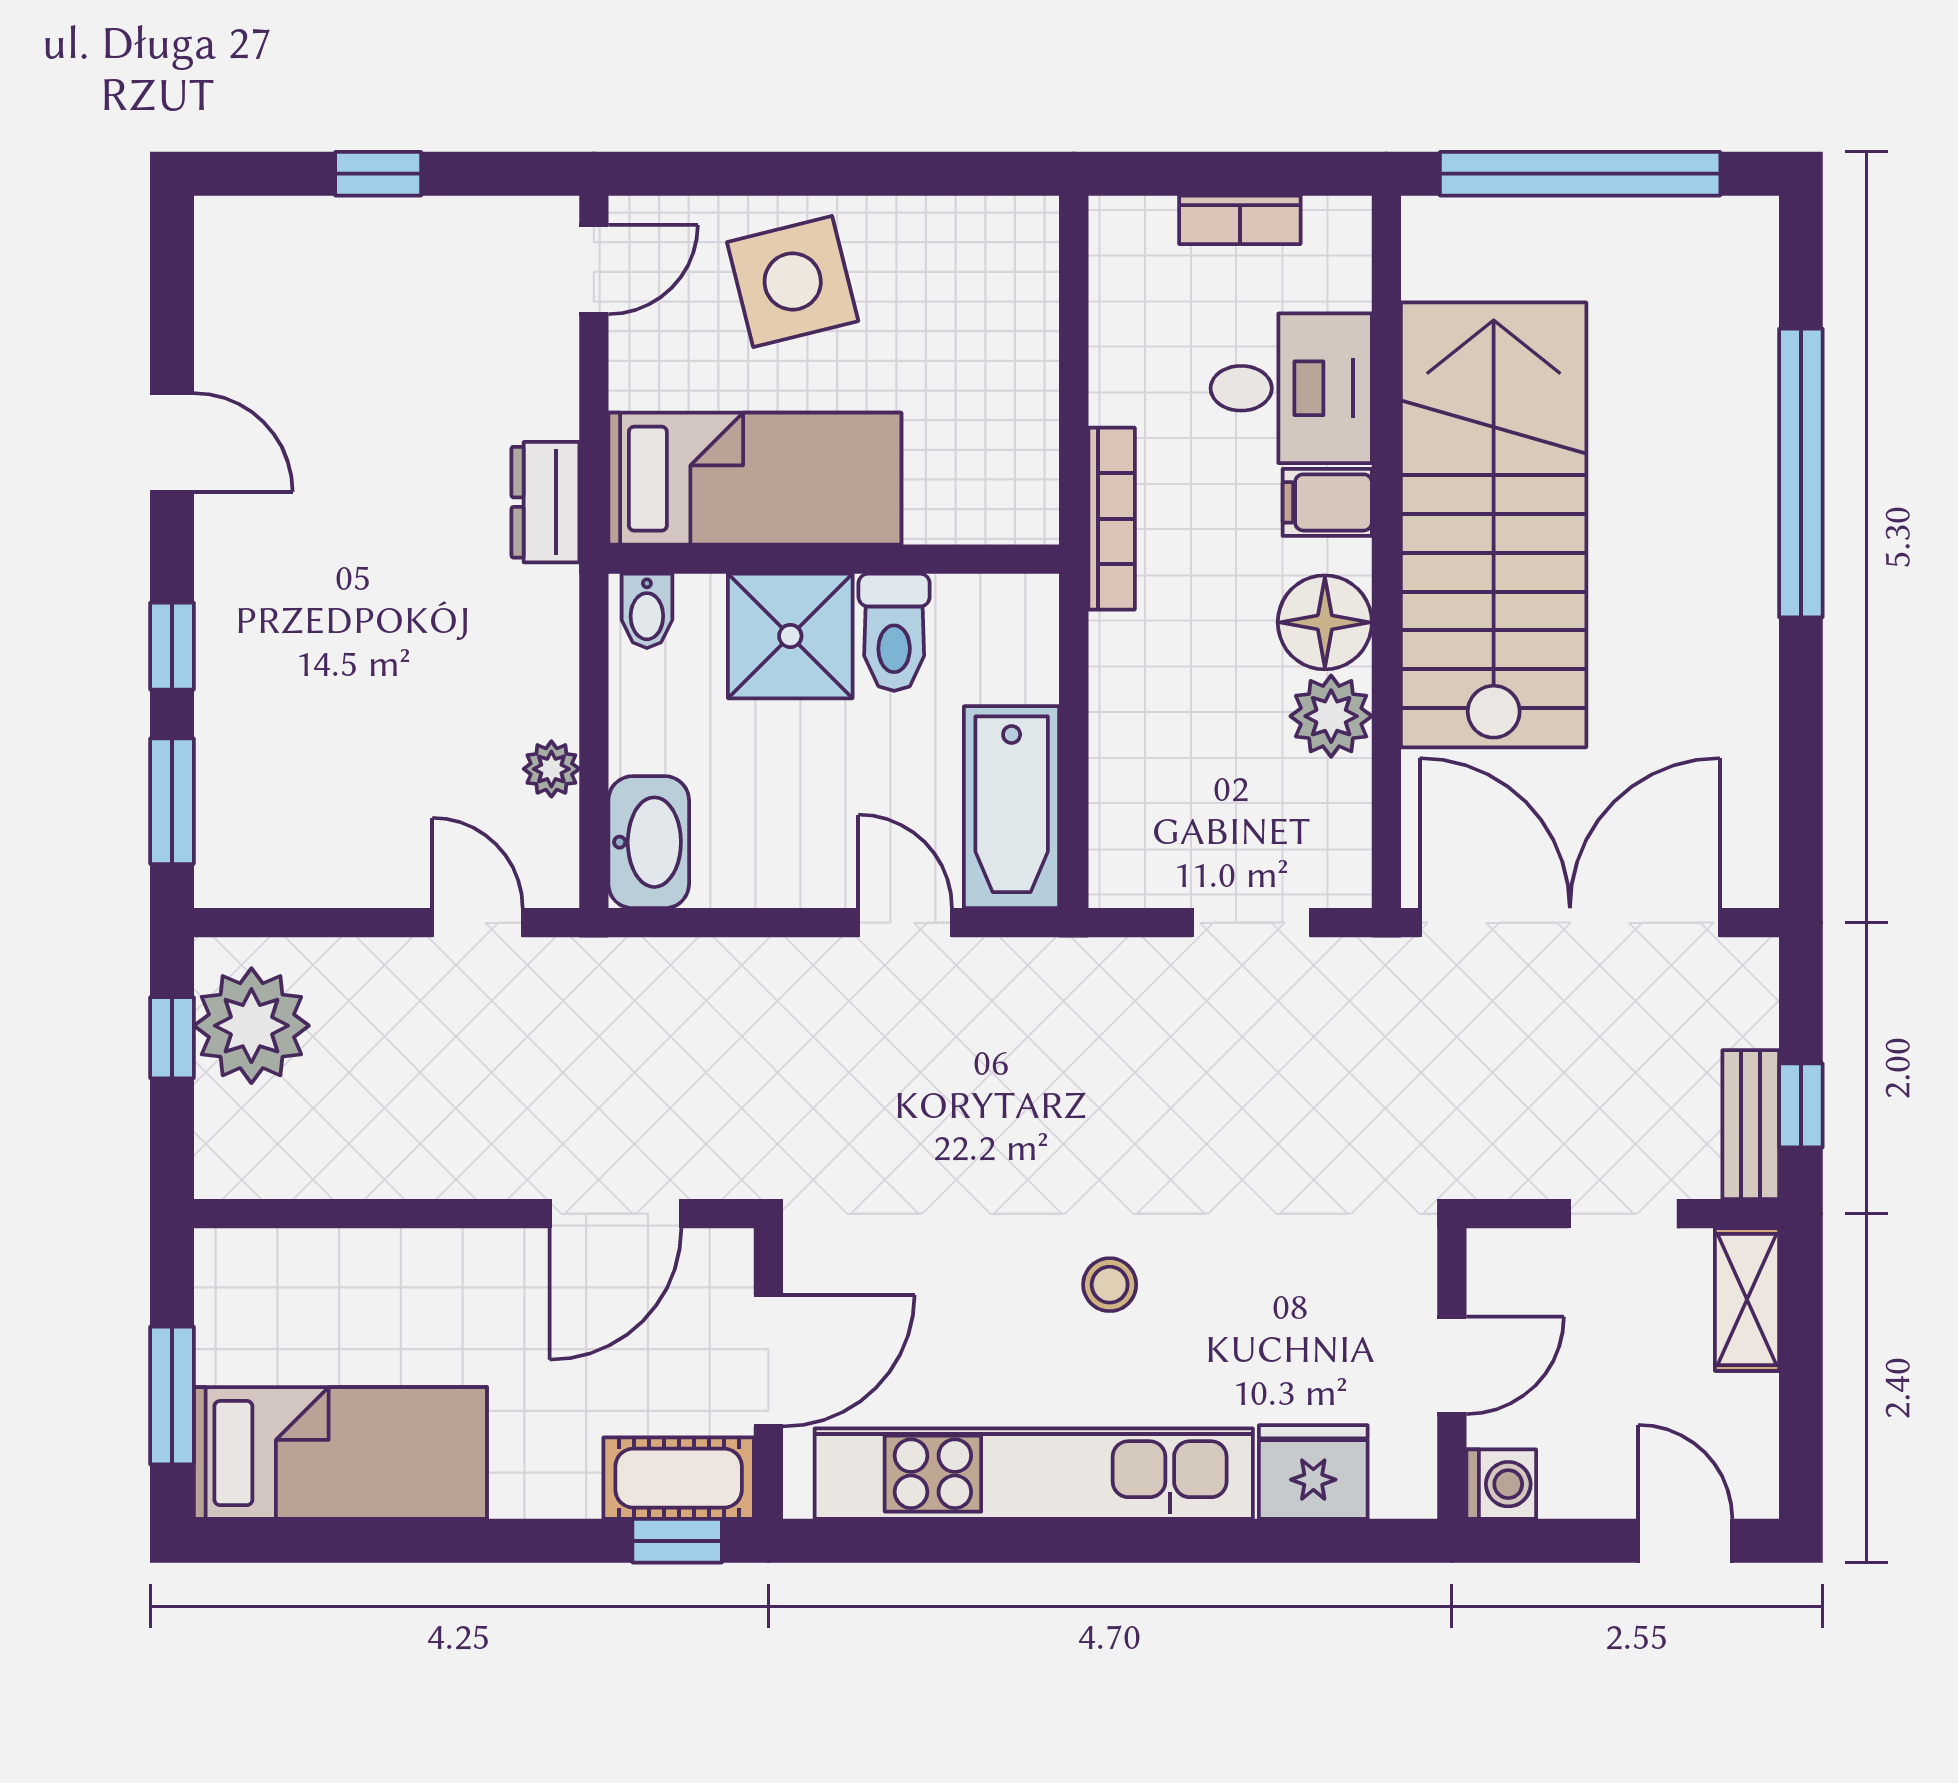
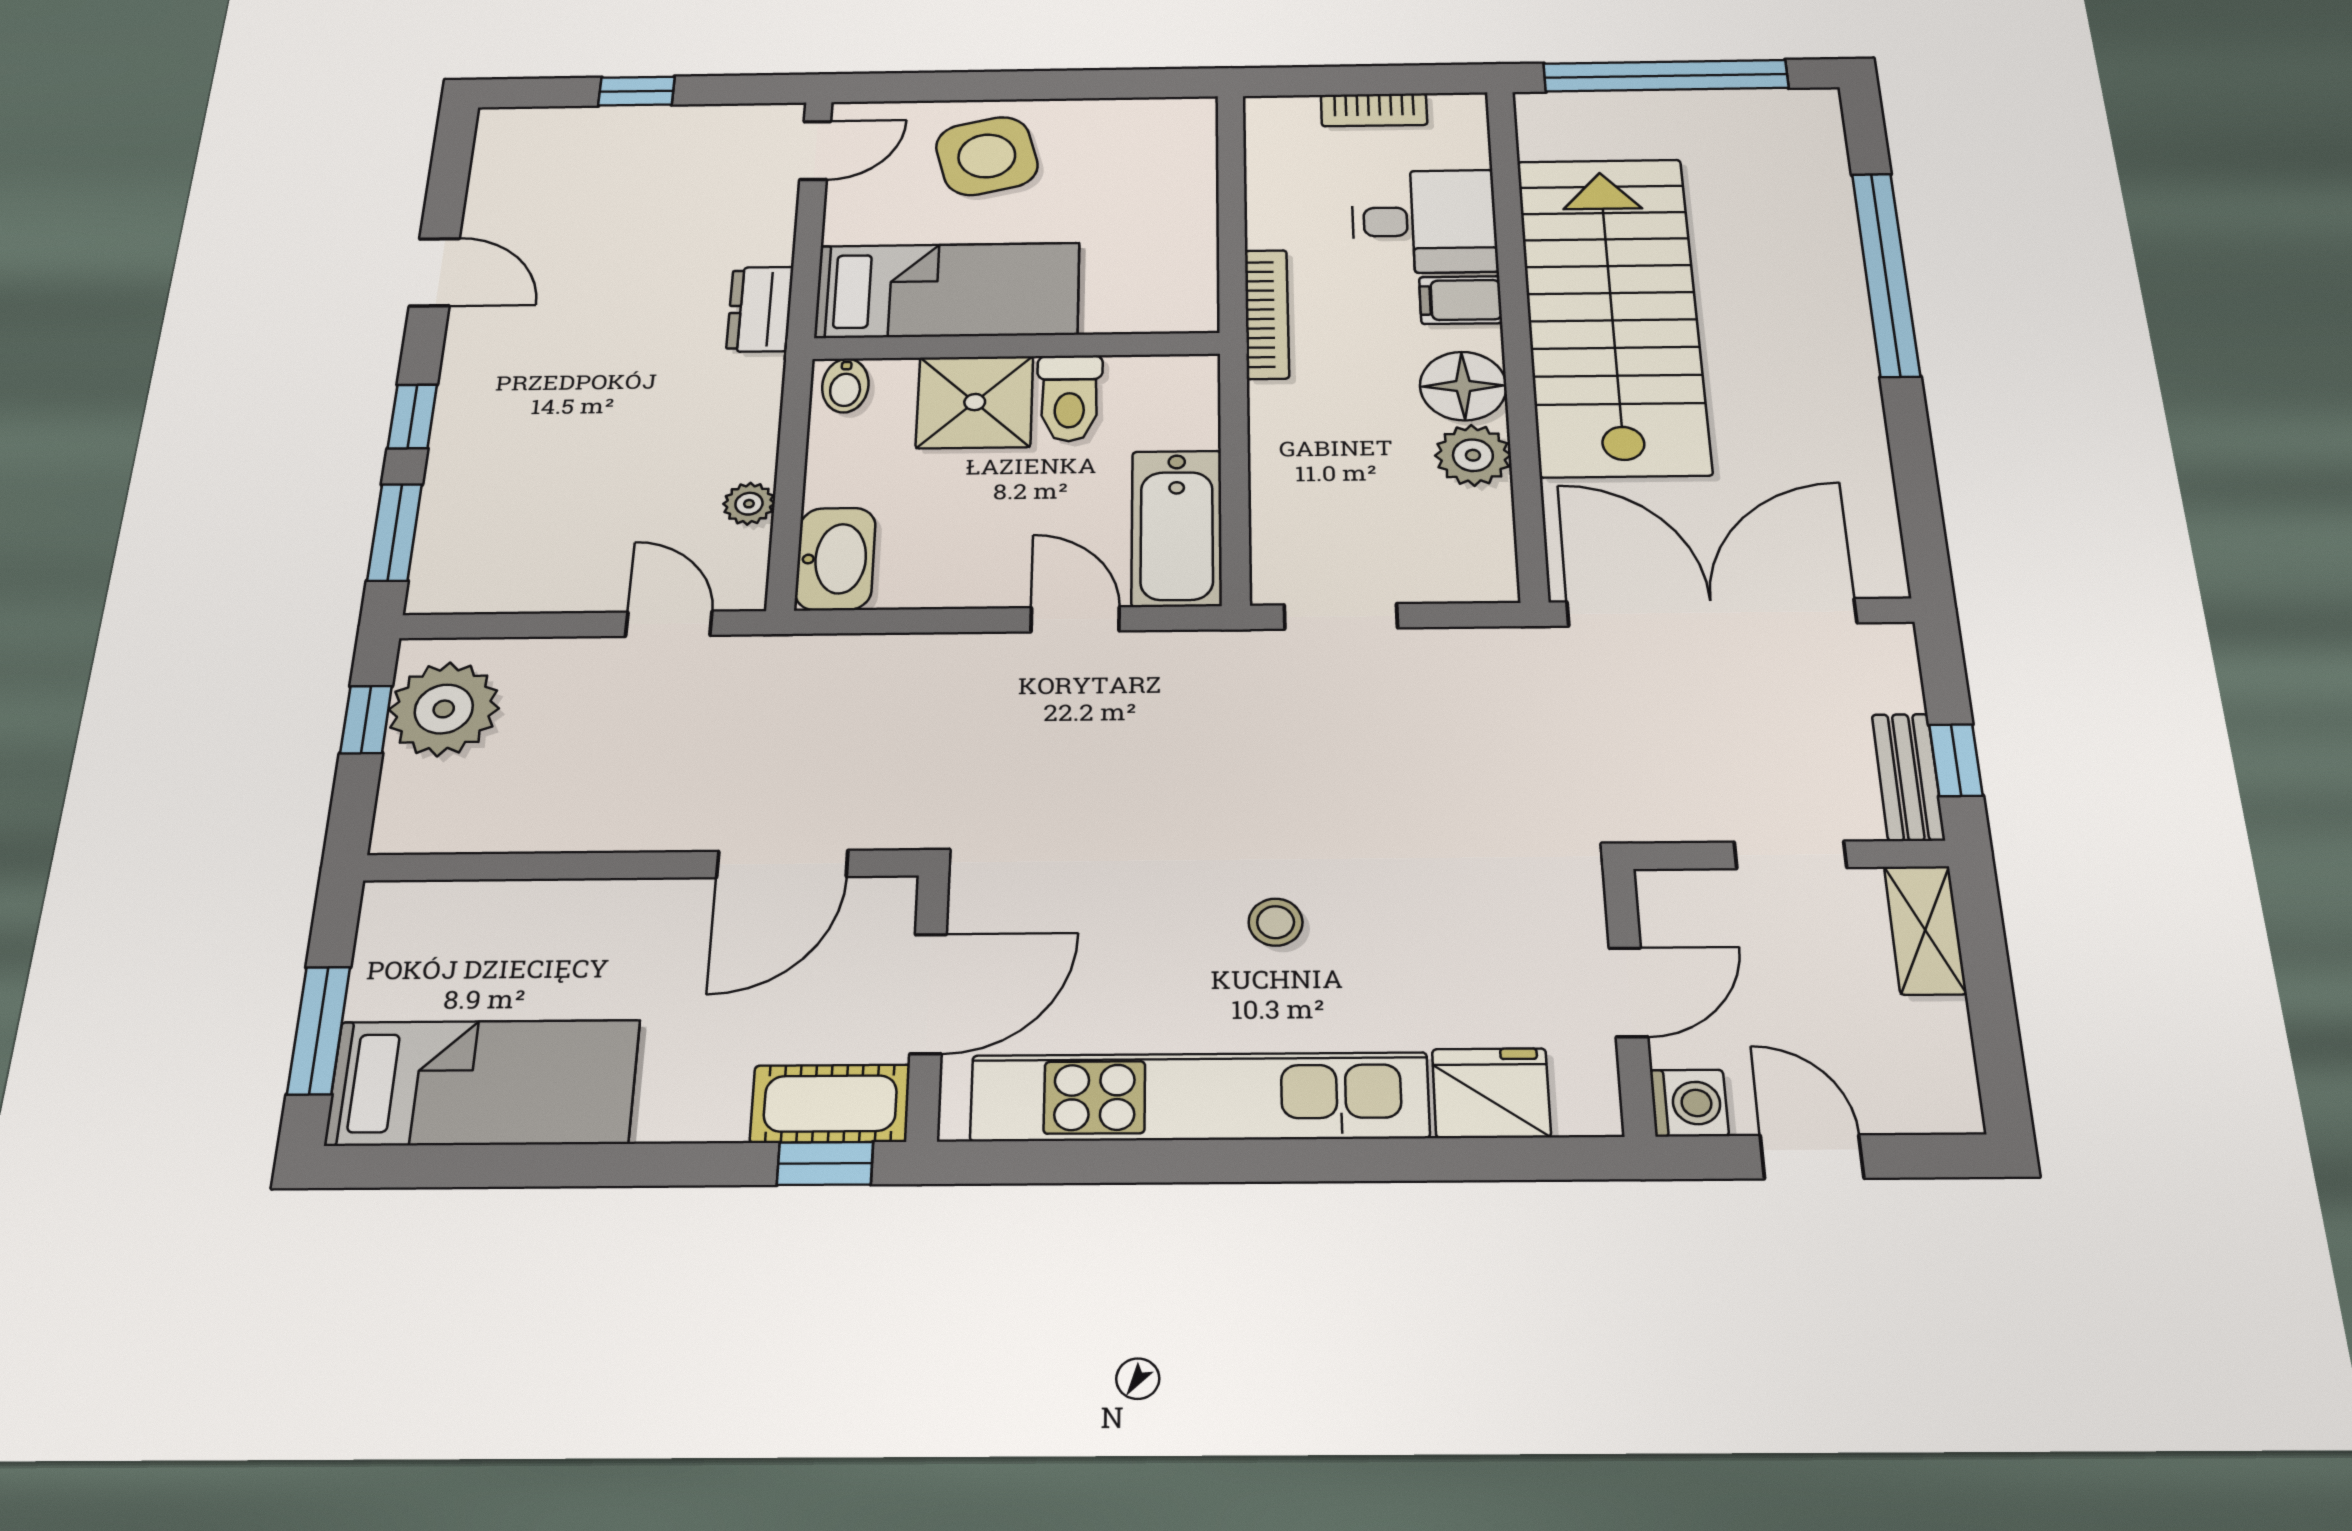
doorway: (1251, 923) -> (1341, 616), moved
door: (1685, 1541) -> (1812, 1157), moved

